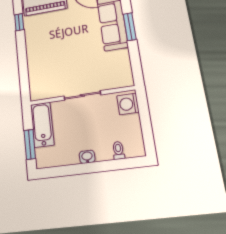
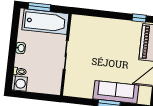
washing machine: (128, 104) -> (19, 84), moved, turned 90
bathtub: (42, 125) -> (45, 22), width x1.36, depth x1.36

